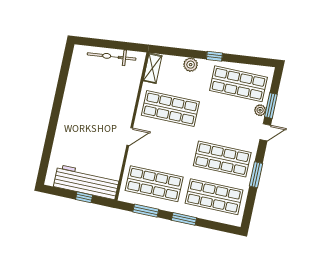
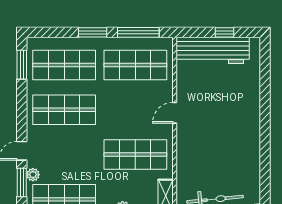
window: (256, 175) -> (22, 65), moved
window: (84, 197) -> (225, 32), moved
window: (146, 211) -> (138, 32), width x1.44

